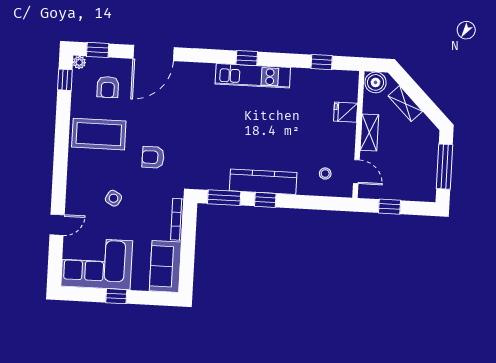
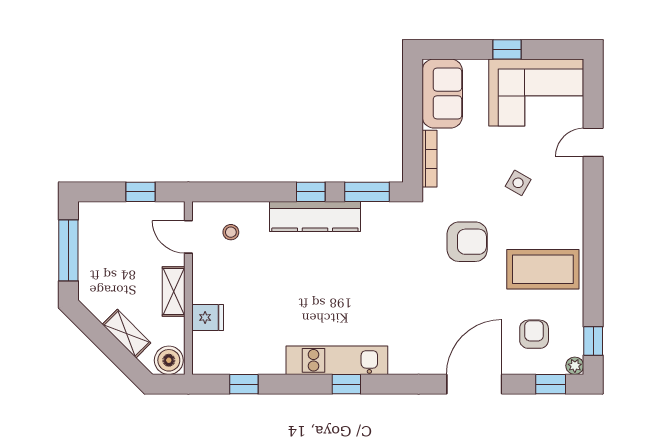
armchair: (153, 157) -> (467, 242), width x1.38, depth x1.38

